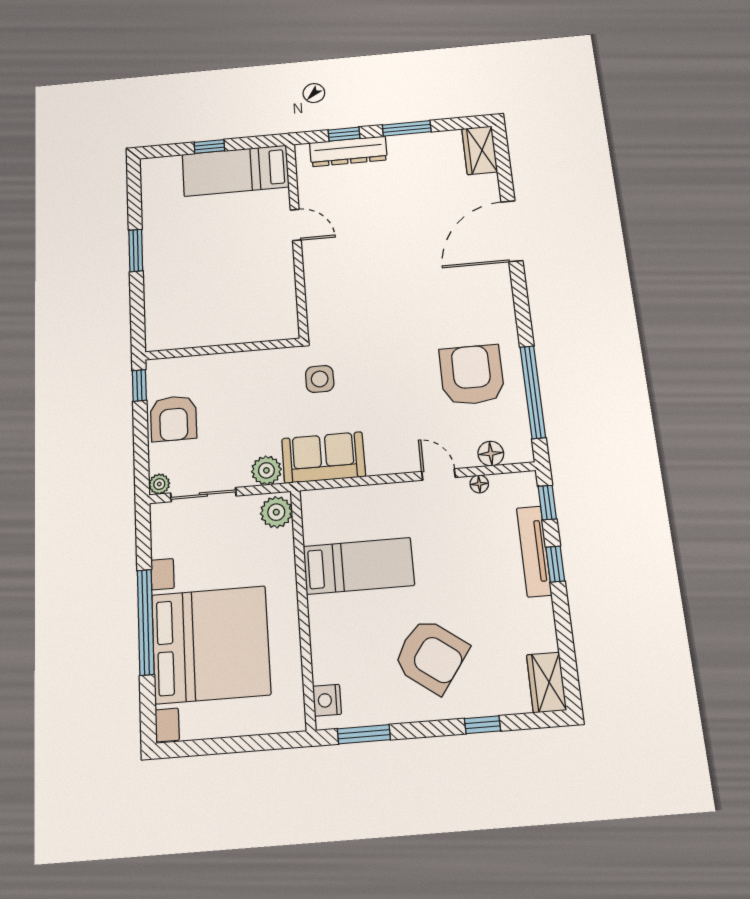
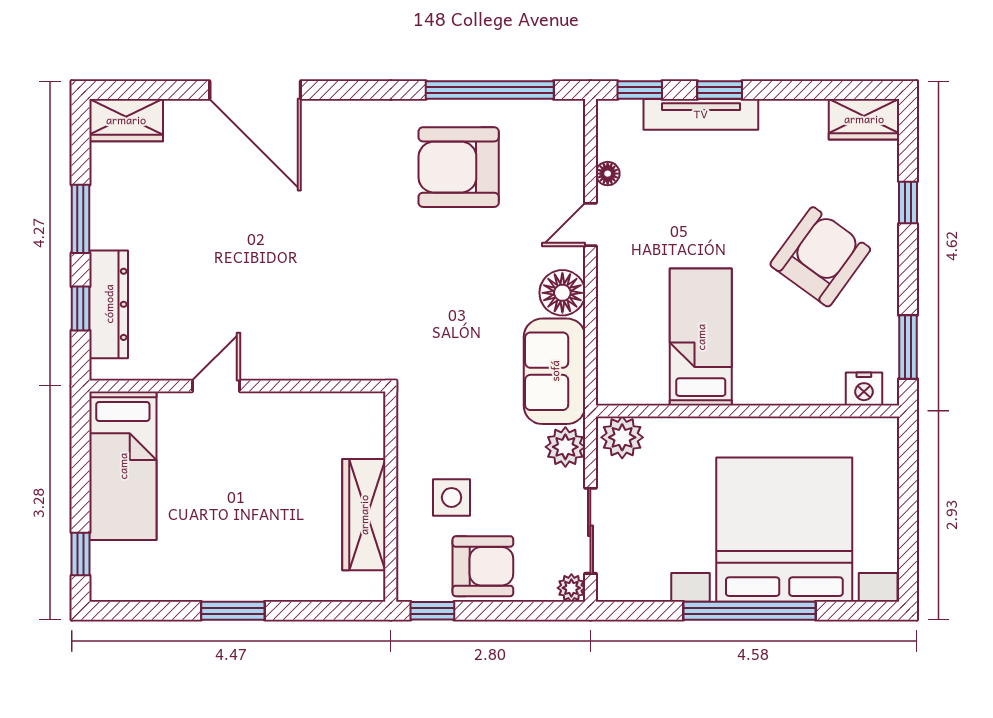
window: (209, 147) -> (80, 554), moved
wardrobe: (208, 332) -> (364, 515), added
side table: (320, 379) -> (452, 497), moved
floor lamp: (491, 454) -> (562, 293), moved, width x1.38, depth x1.38

